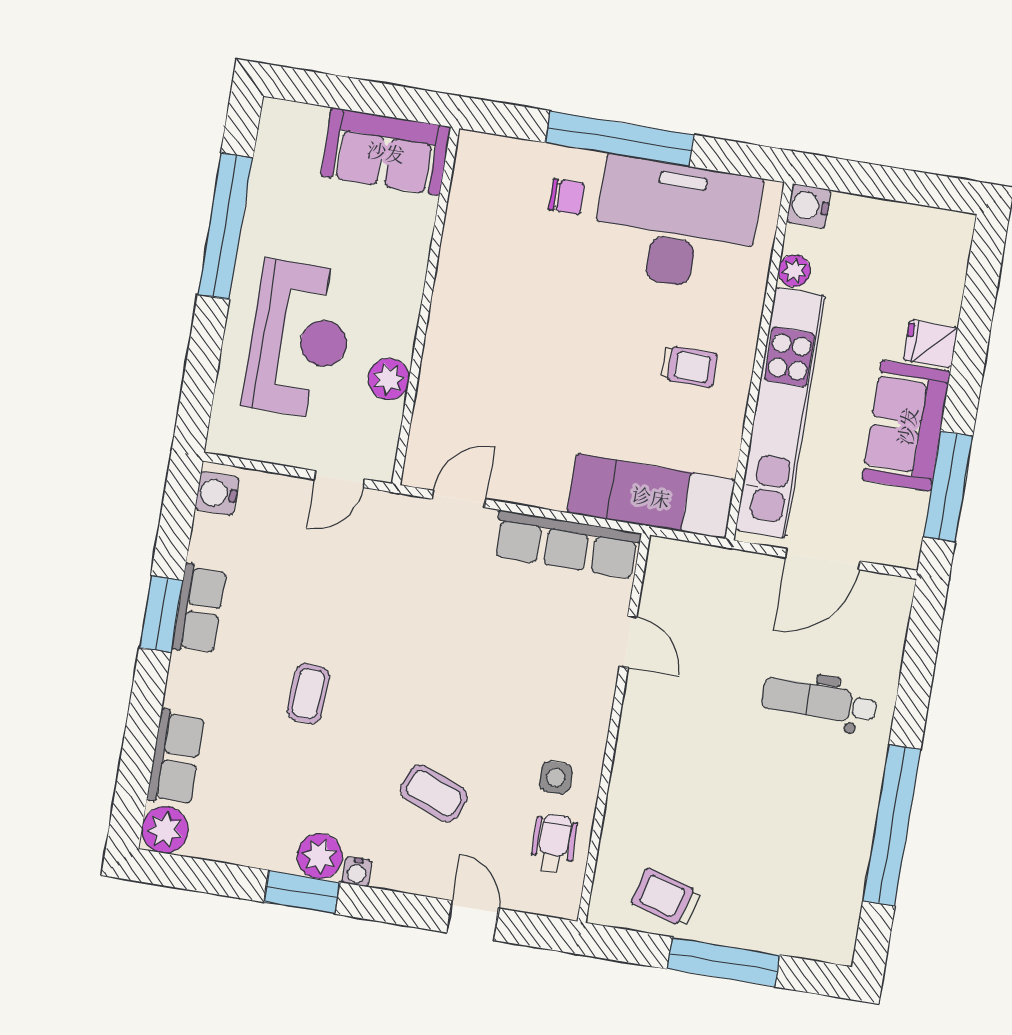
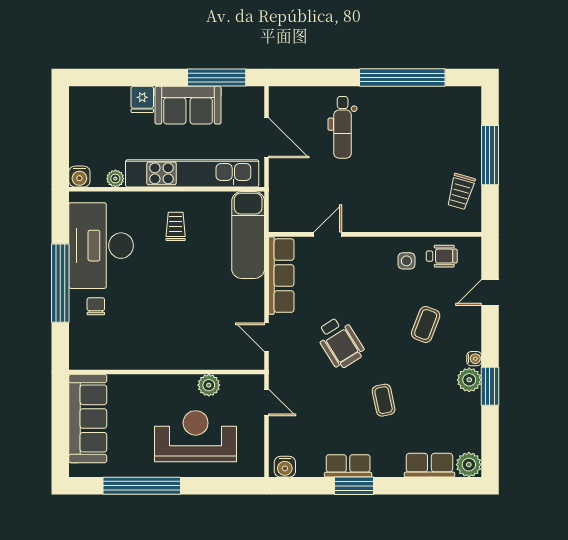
sofa: (386, 151) -> (88, 419), width x1.36
wheelchair: (426, 632) -> (340, 343), added
coffee table: (308, 694) -> (384, 400), turned 75
wheelchair: (554, 843) -> (442, 256), turned 180

